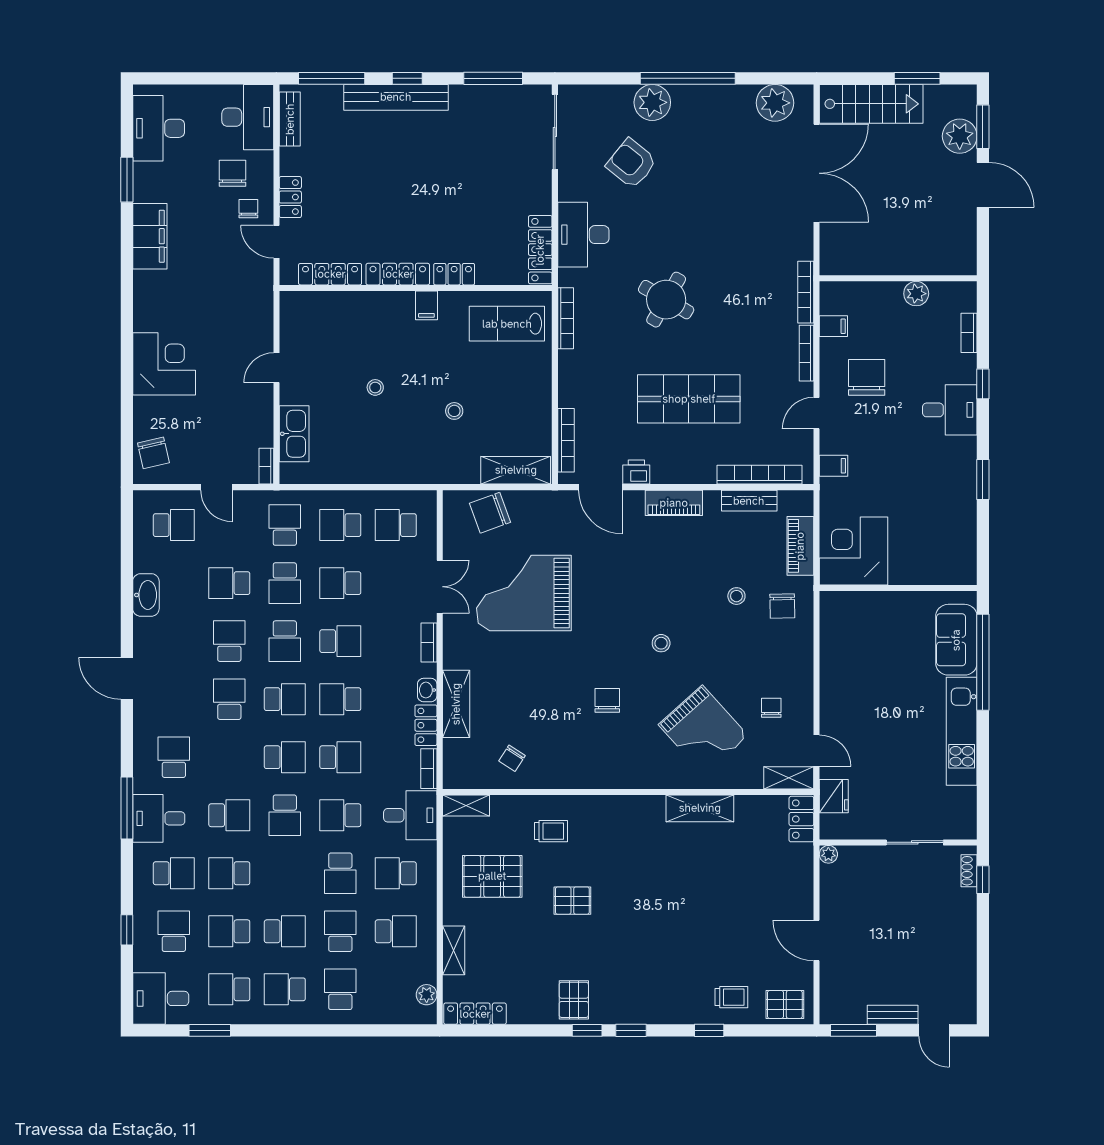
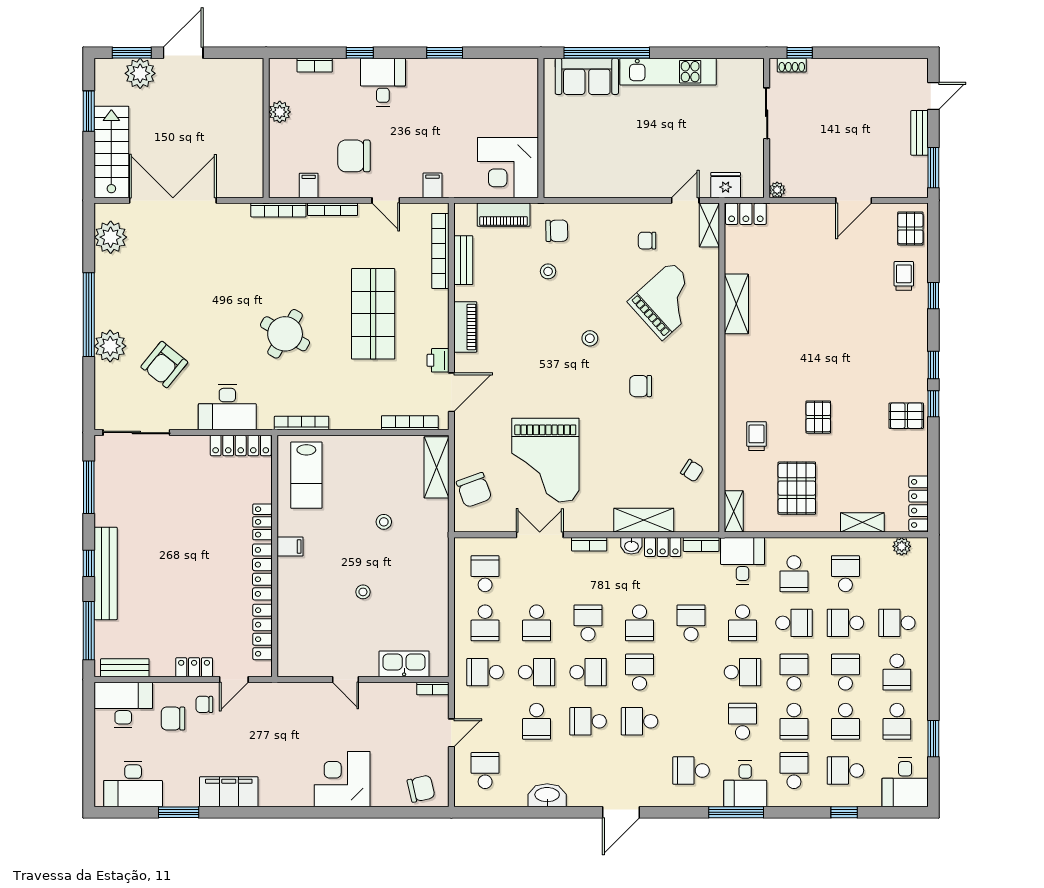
school desk: (396, 525) -> (485, 574), turned 180
school desk: (285, 757) -> (794, 672), moved

